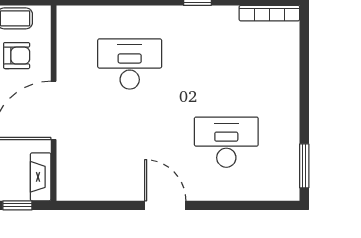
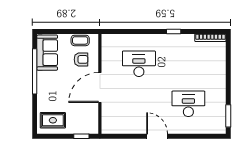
fireplace: (41, 177) -> (93, 122), removed

